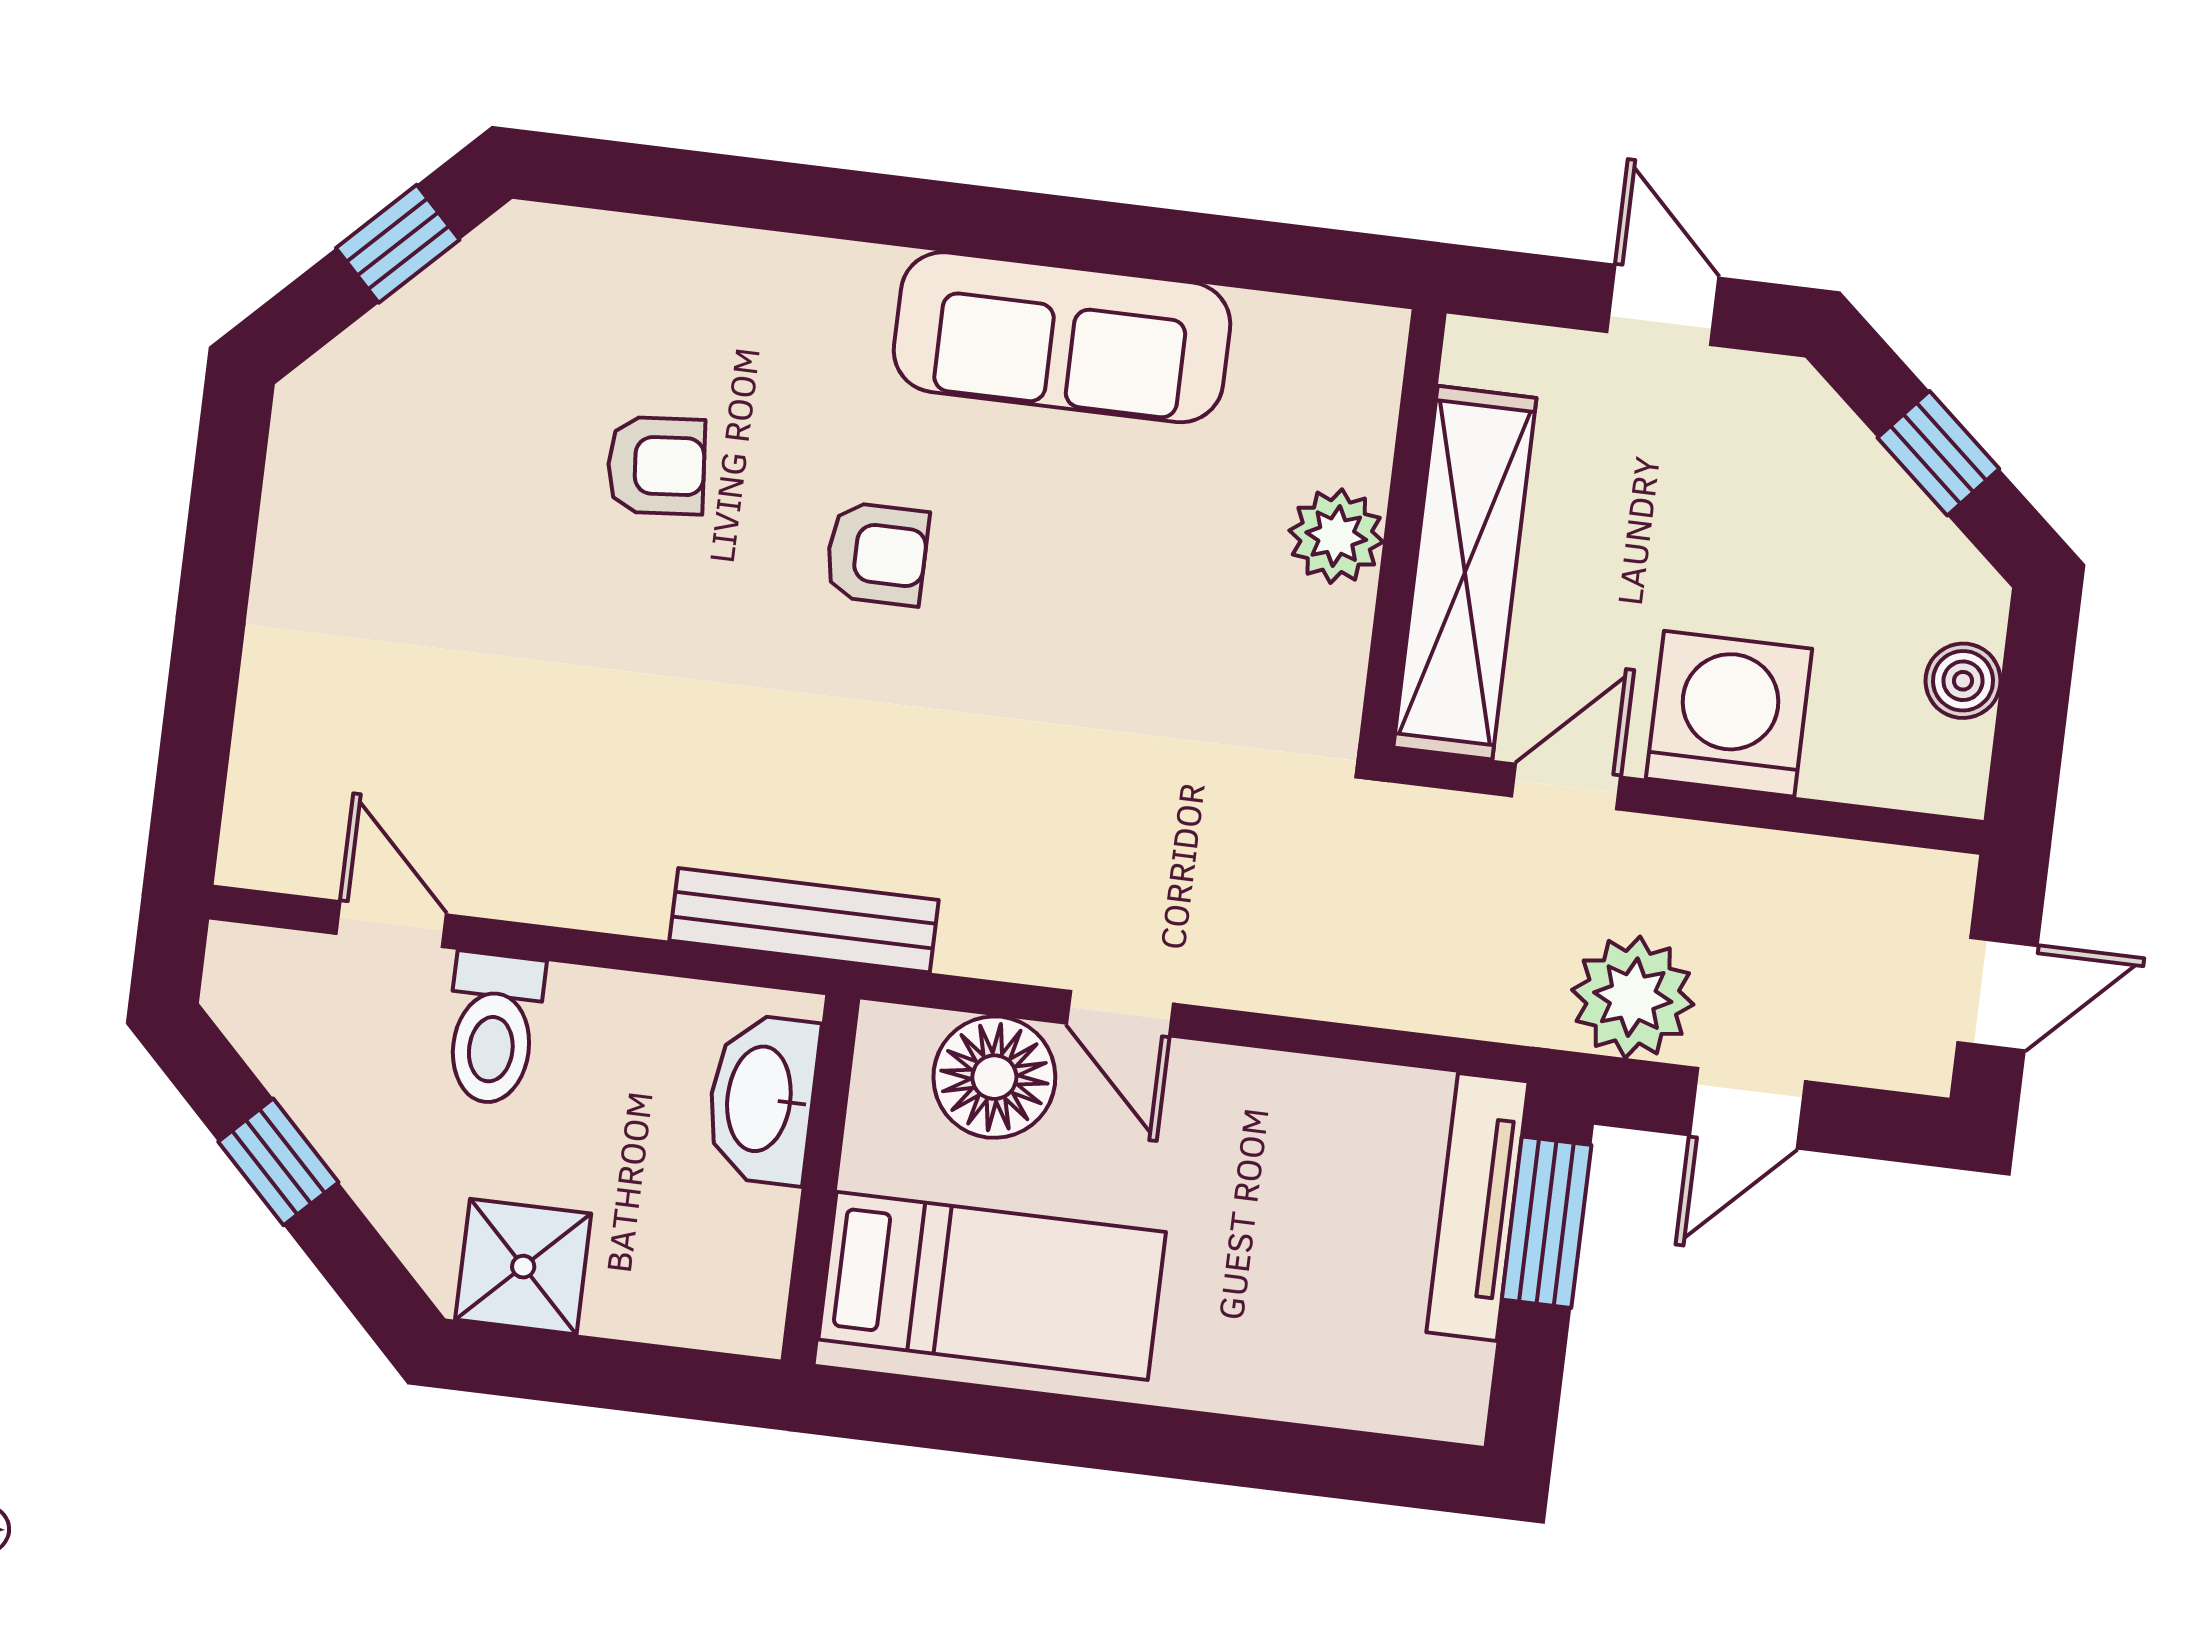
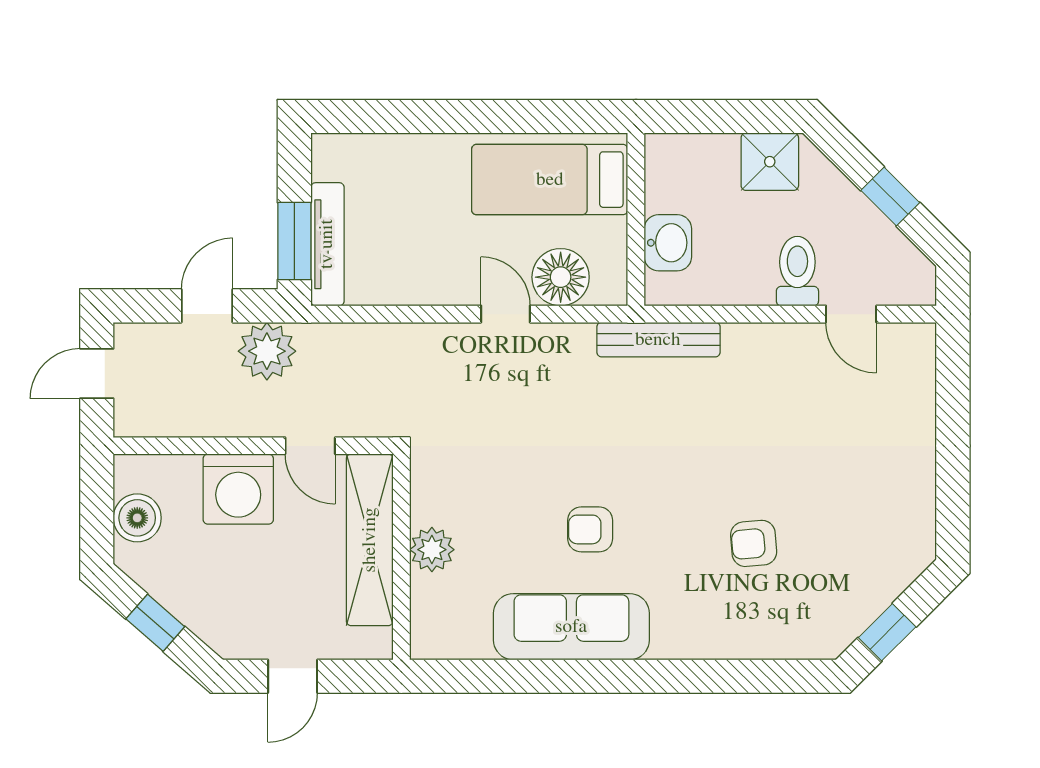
door: (1663, 305) -> (293, 676), hinge flipped
armchair: (877, 554) -> (590, 529), moved
boiler: (1963, 681) -> (137, 518), width x1.36, depth x1.36
door: (1566, 786) -> (310, 446), hinge flipped
washbasin: (762, 1099) -> (668, 243), width x0.72

